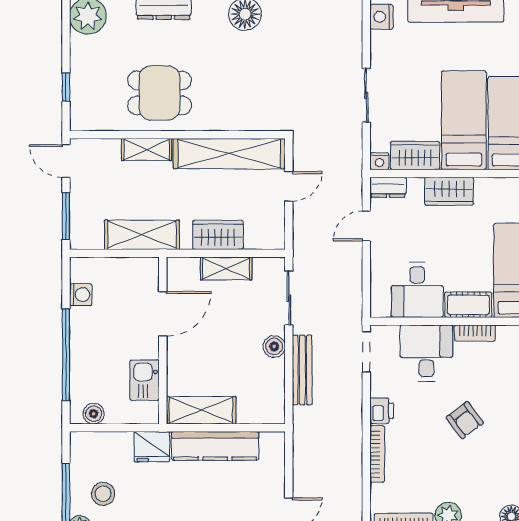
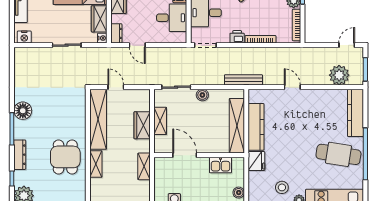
shelving: (142, 235) -> (144, 166), width x0.67, depth x0.75
bench: (302, 370) -> (243, 80), moved
shelving: (201, 410) -> (237, 126), width x1.47

